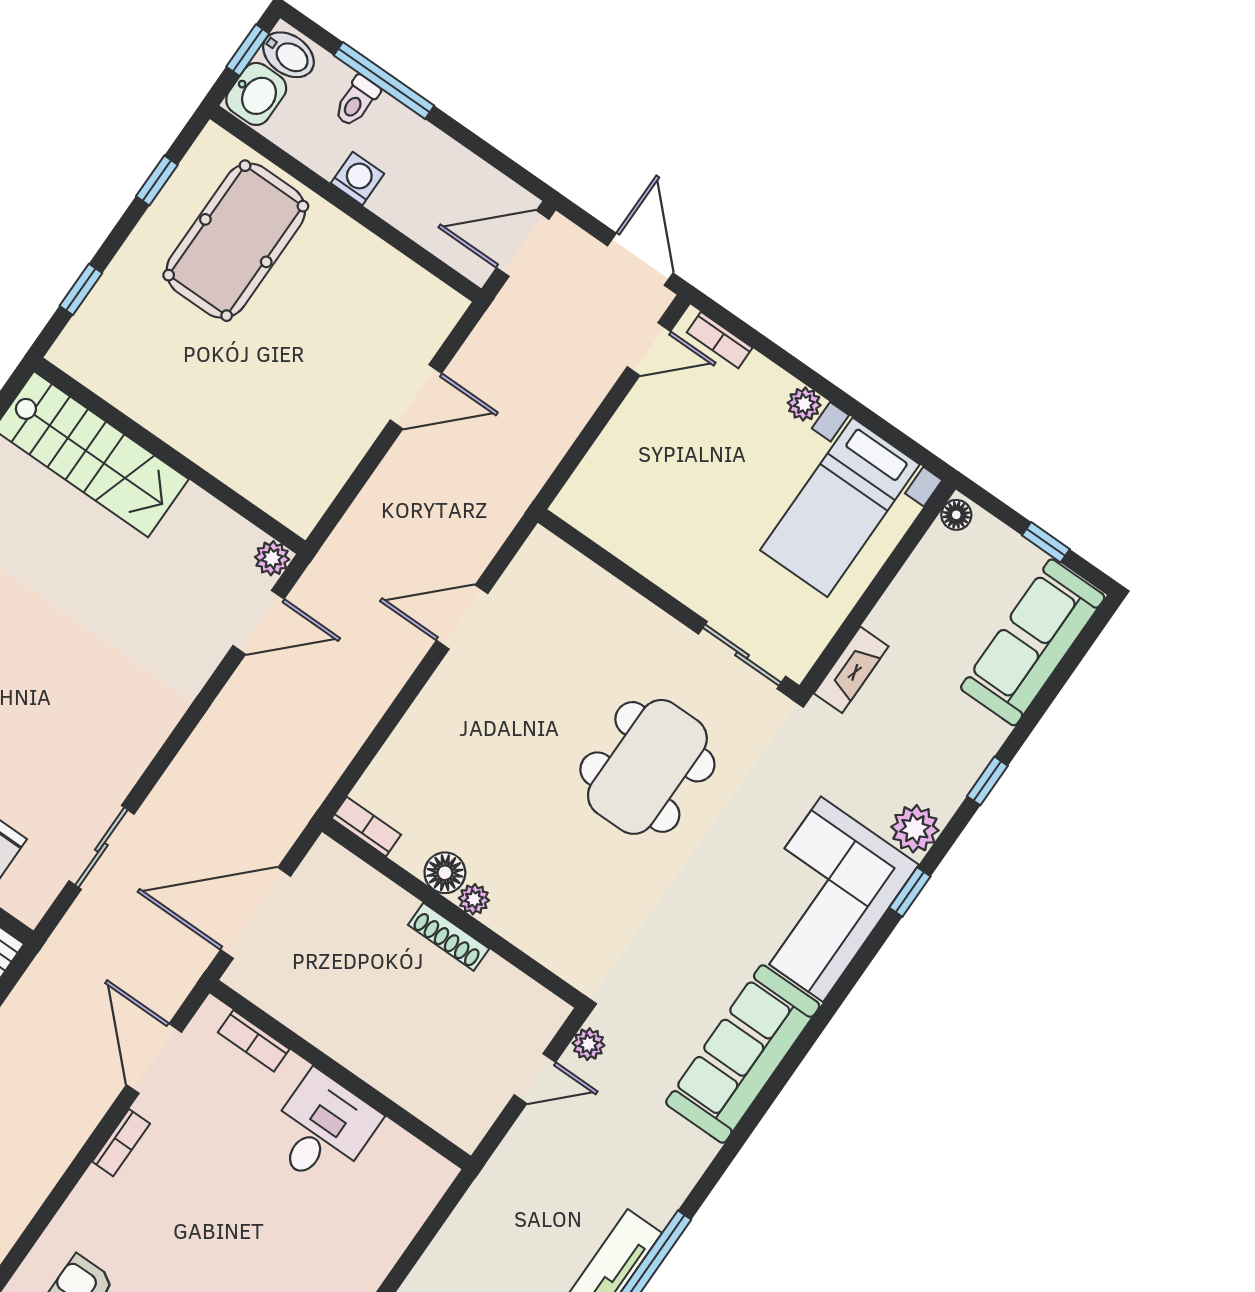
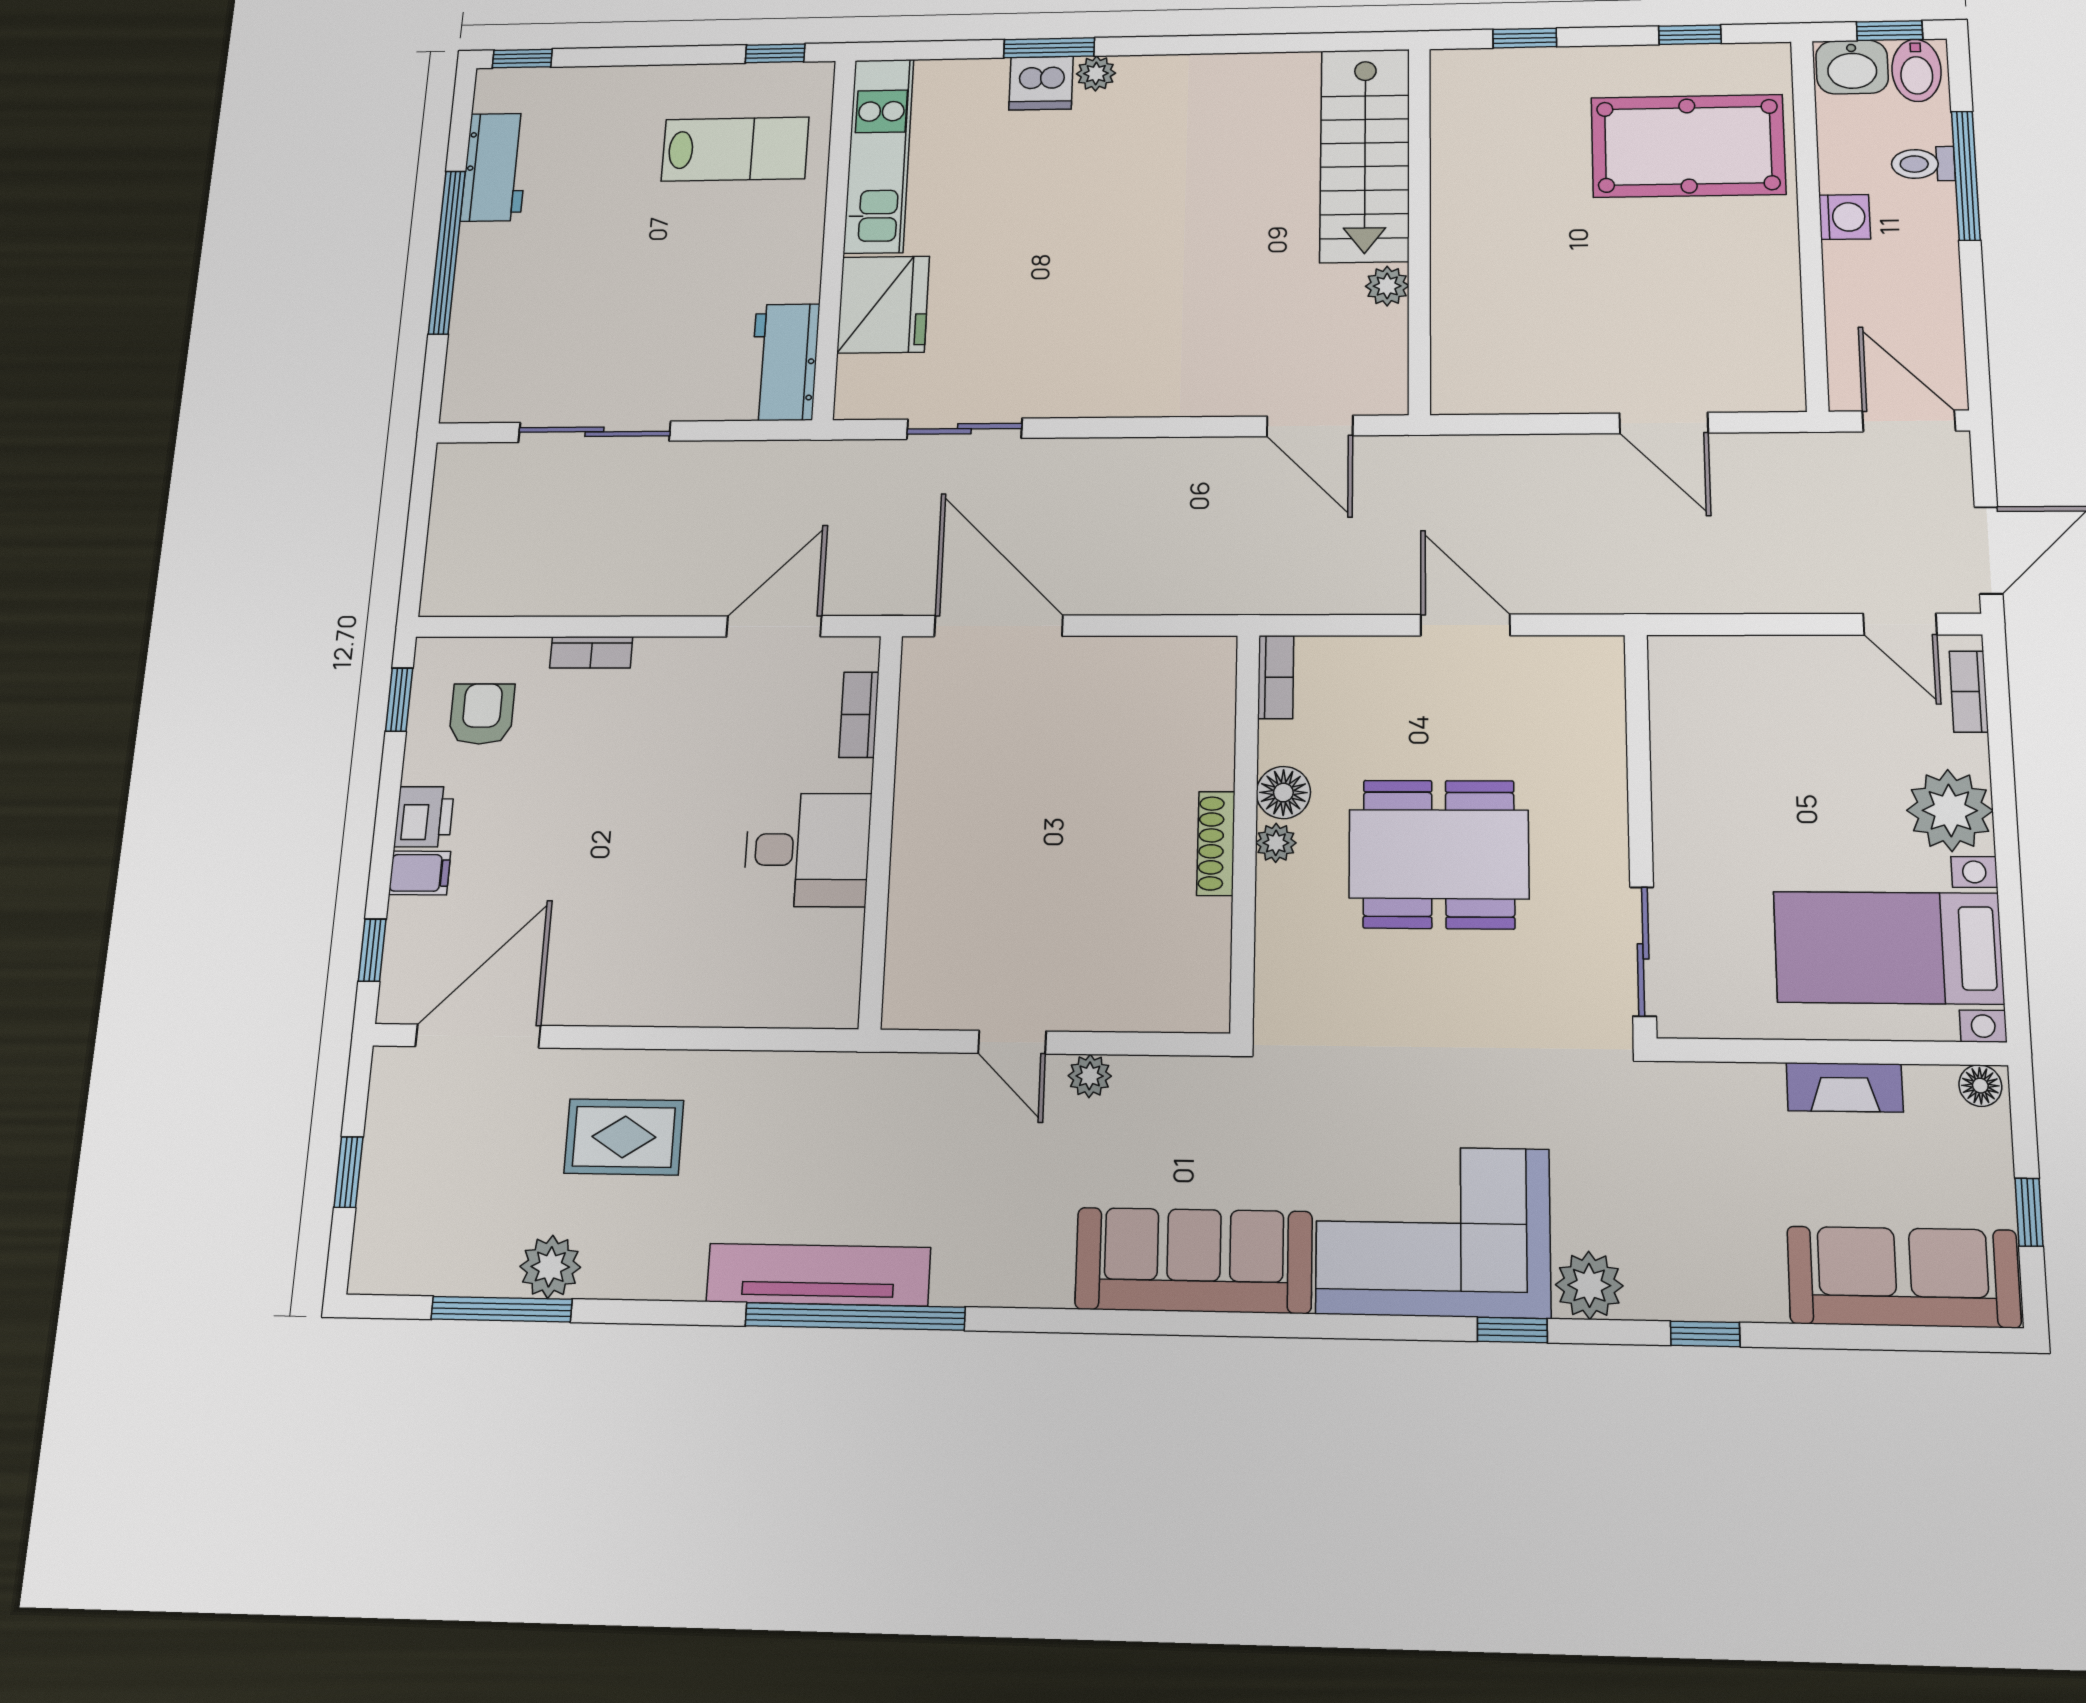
plant: (804, 404) -> (1950, 810), width x1.87, depth x1.87
plant: (272, 558) -> (1387, 286), moved
fireplace: (851, 670) -> (1845, 1087), moved
dining table: (647, 767) -> (1439, 854), moved
bookcase: (366, 827) -> (1276, 677), moved
floor lamp: (445, 873) -> (1283, 793), moved
plant: (474, 899) -> (1276, 843), moved
wall: (453, 913) -> (1245, 831), moved
shoe rack: (449, 937) -> (1216, 843), moved
bookcase: (121, 1143) -> (591, 652), moved

